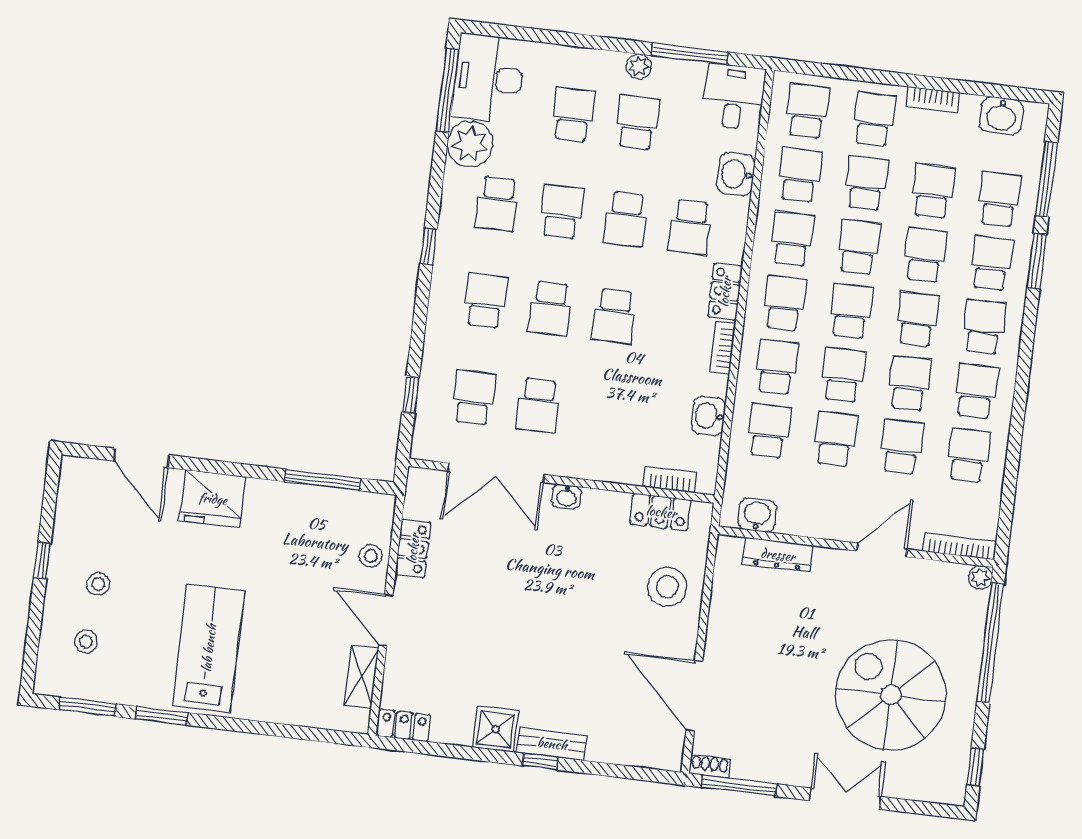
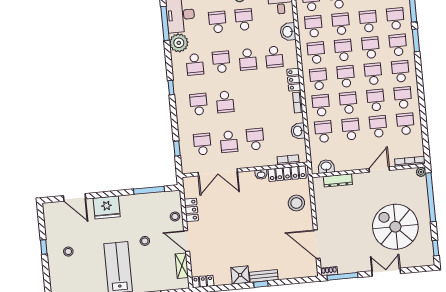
school desk: (614, 316) -> (255, 139), moved, turned 180
washbasin: (566, 497) -> (261, 174), moved
locker: (661, 512) -> (287, 174), width x1.53
stool: (86, 642) -> (145, 241), moved

